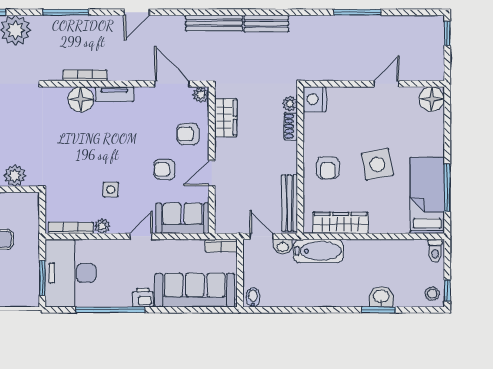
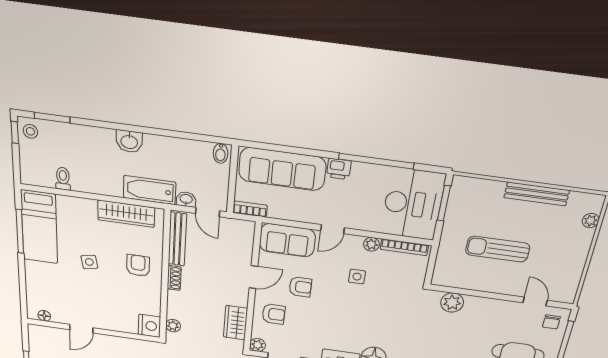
floor lamp: (431, 99) -> (44, 316), width x0.53, depth x0.53
shoe rack: (291, 126) -> (174, 278), moved
side table: (377, 164) -> (89, 262), width x0.54, depth x0.54
toilet: (435, 251) -> (63, 179), moved
washbasin: (381, 297) -> (129, 141), moved
window: (379, 310) -> (52, 118), moved

